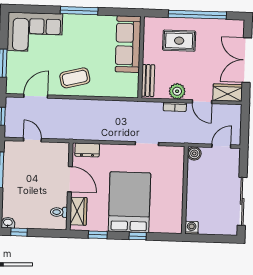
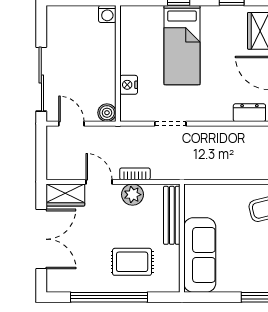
bench: (148, 81) -> (172, 215), width x1.36
door: (221, 146) -> (71, 124), swing flipped
nightstand: (177, 174) -> (129, 85), added
sliding door: (242, 201) -> (41, 79), moved
bed: (129, 202) -> (182, 45), width x0.67

